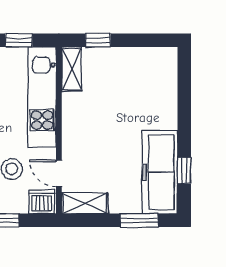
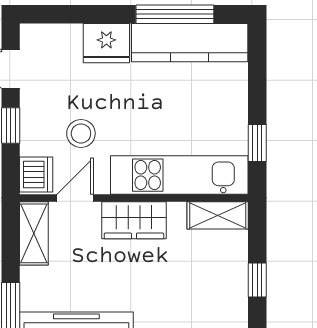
window: (98, 40) -> (257, 280), moved
wardrobe: (75, 130) -> (134, 220), added

